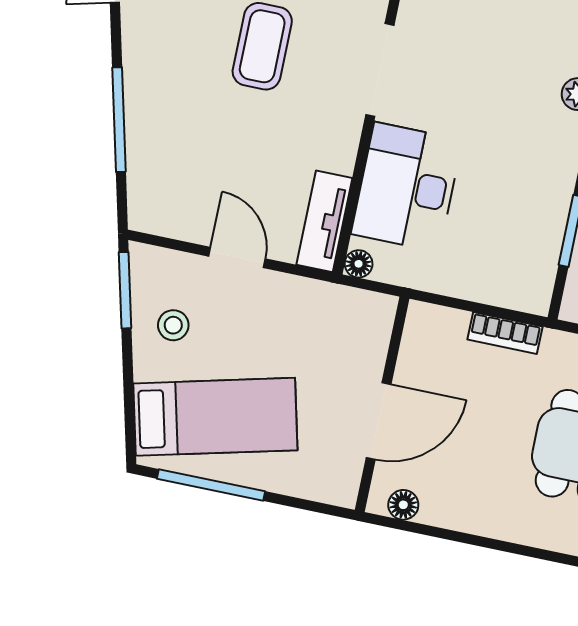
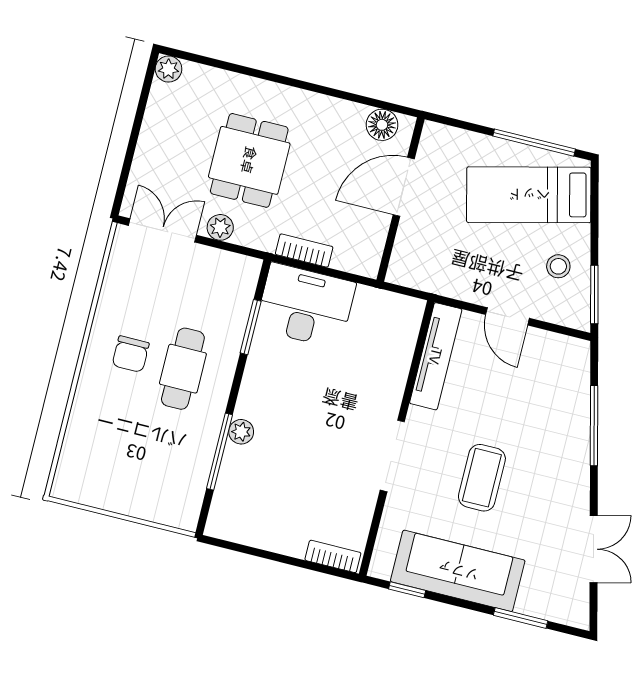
desk: (407, 187) -> (305, 306), moved, turned -90
tv unit: (324, 221) -> (436, 356), width x1.41
floor lamp: (359, 264) -> (414, 308), removed
floor lamp: (403, 505) -> (382, 125), width x1.37, depth x1.37

